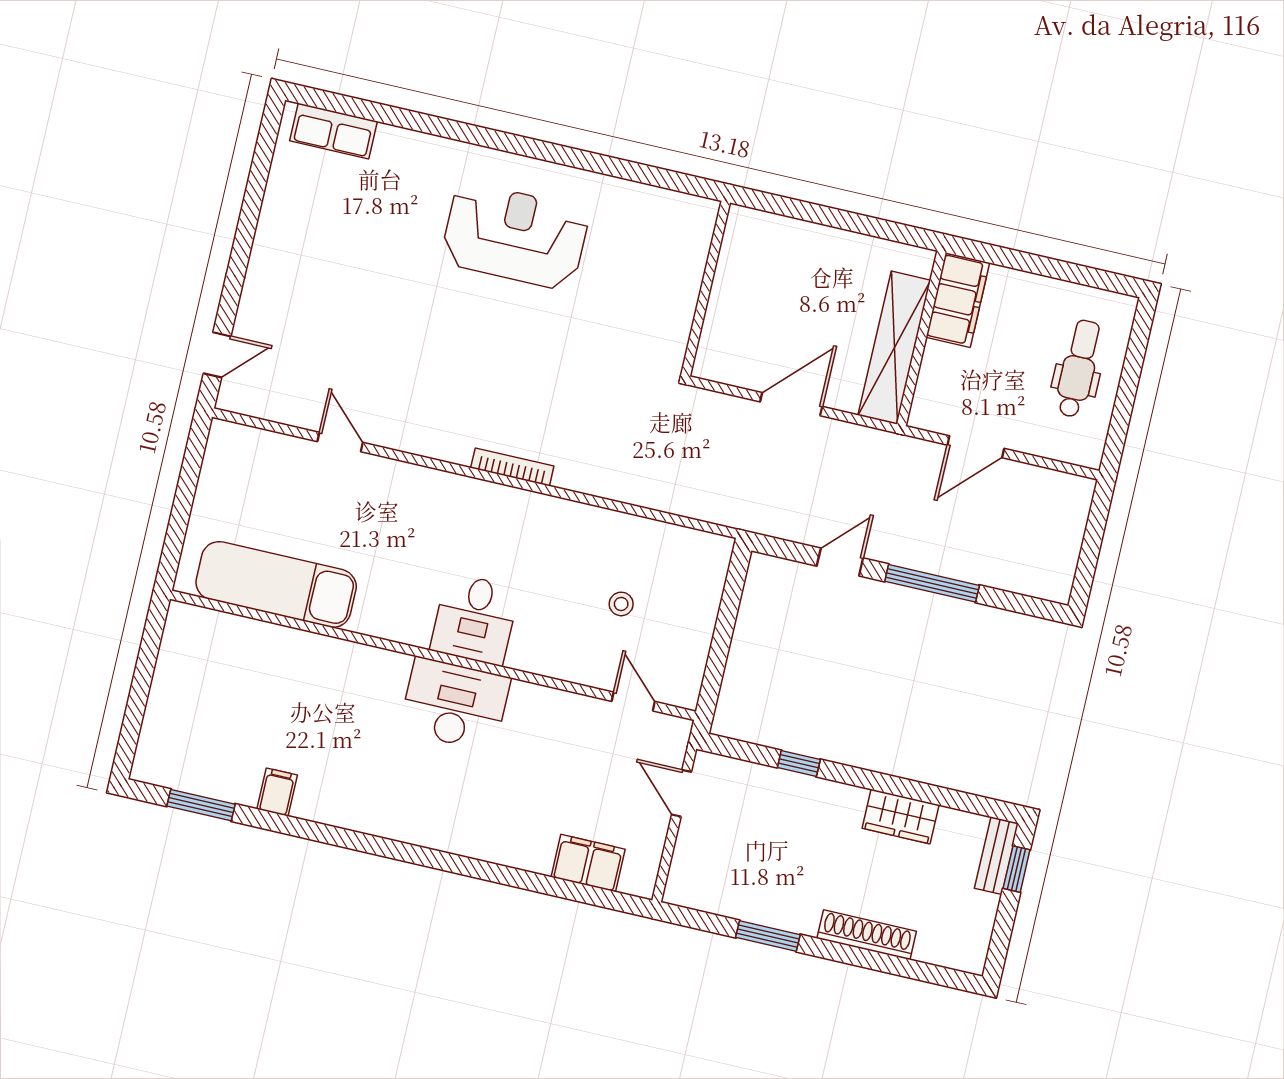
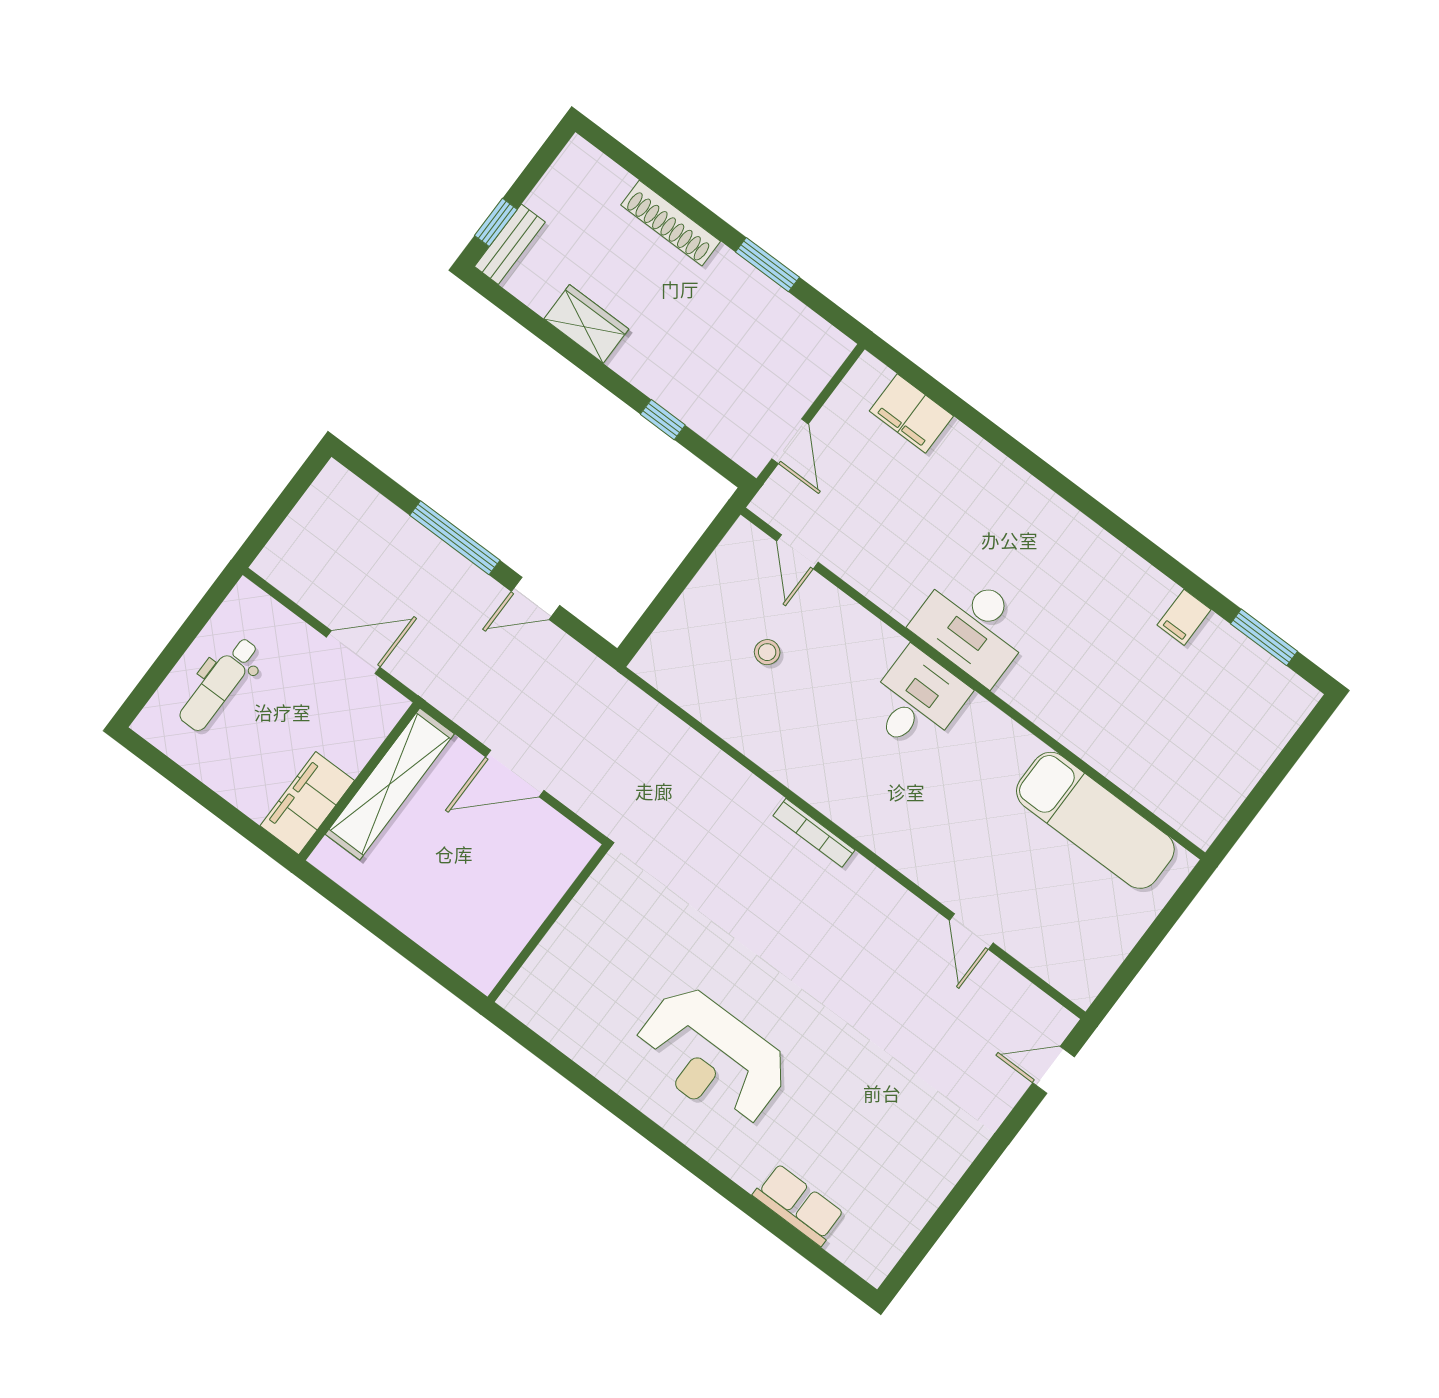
row of seats: (334, 131) -> (799, 1204), moved

